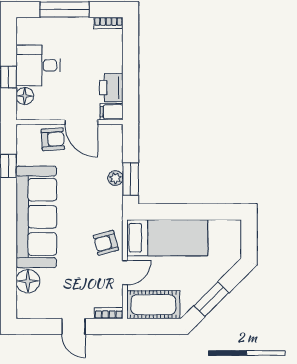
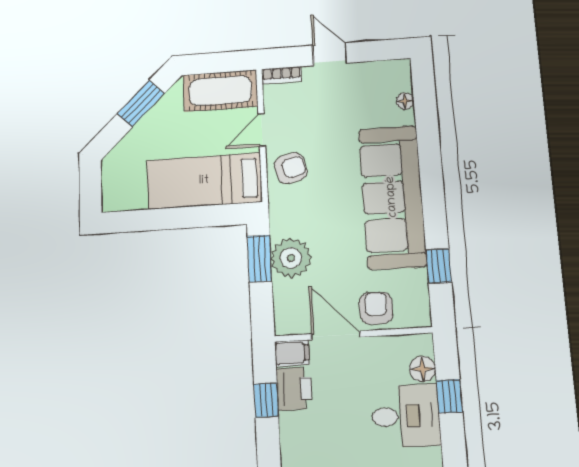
window: (131, 81) -> (266, 400), added
armchair: (53, 139) -> (376, 308), turned 94
plant: (115, 178) -> (291, 258), width x1.88, depth x1.88
floor lamp: (28, 281) -> (405, 101), width x0.53, depth x0.53

